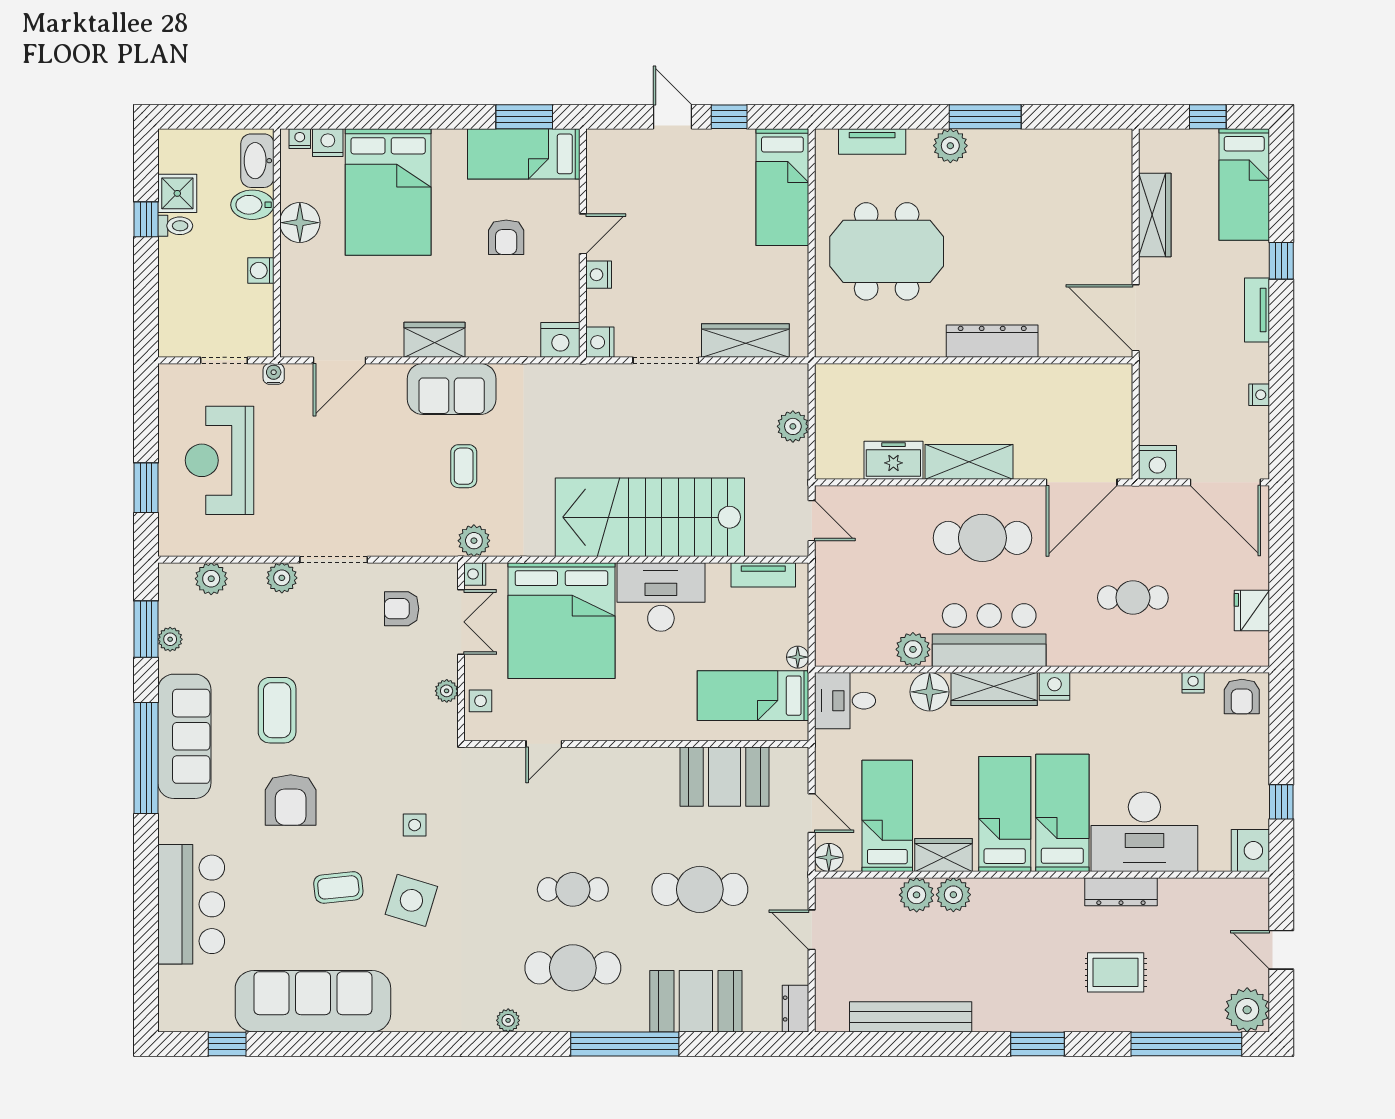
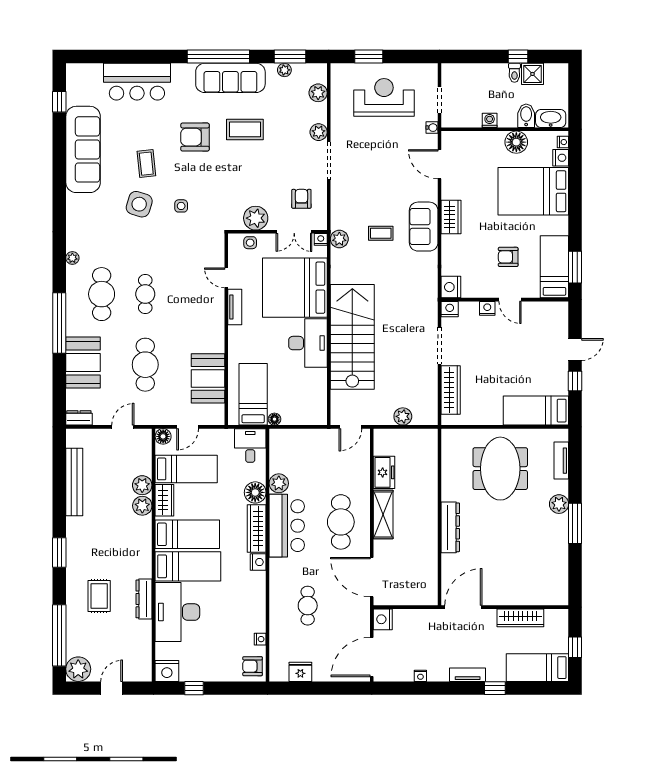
tv unit: (763, 575) -> (235, 307), moved, turned 180
plant: (447, 691) -> (256, 218), width x1.87, depth x1.87

